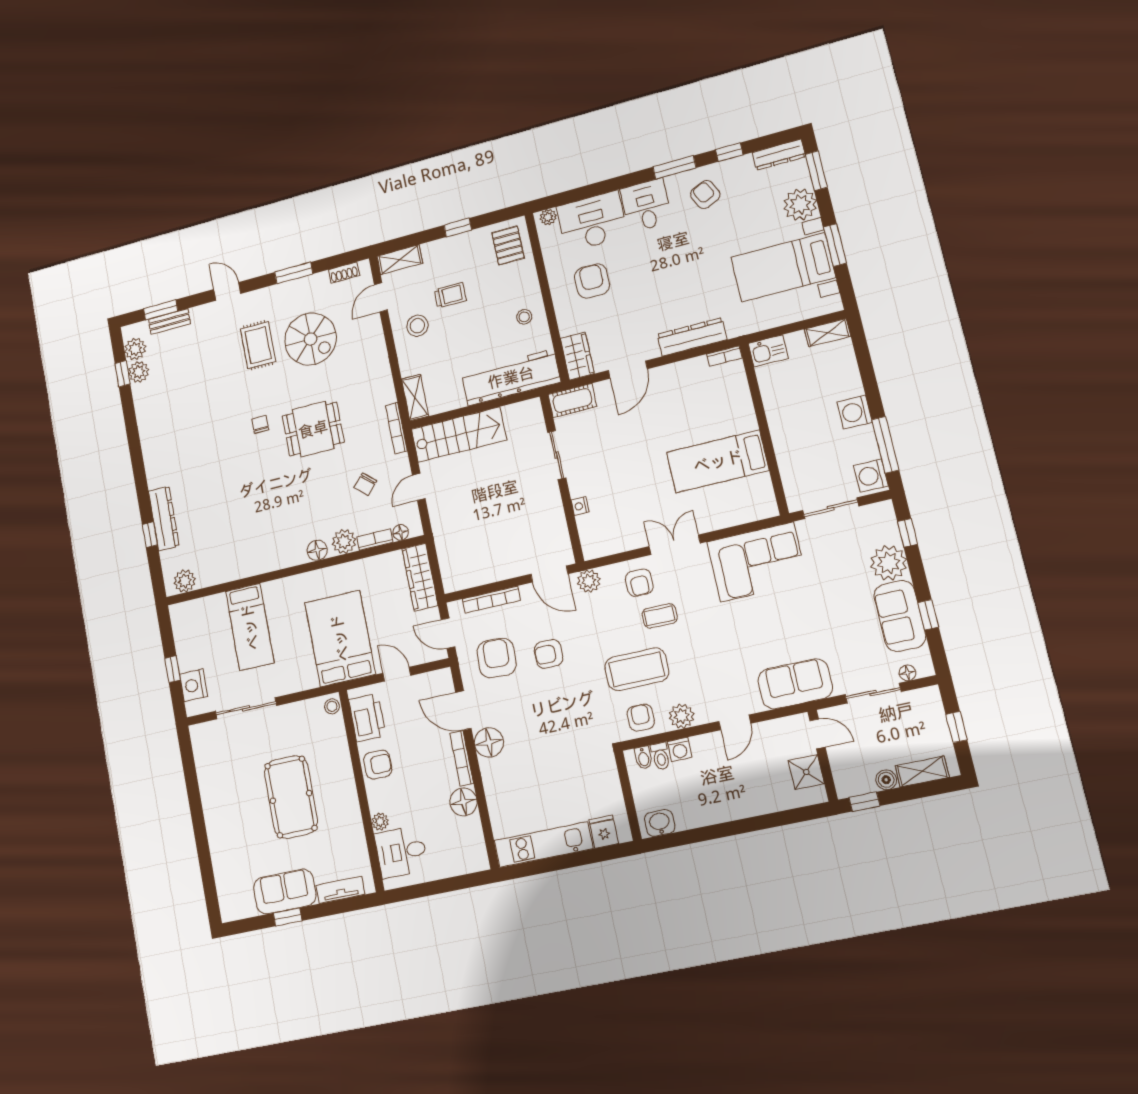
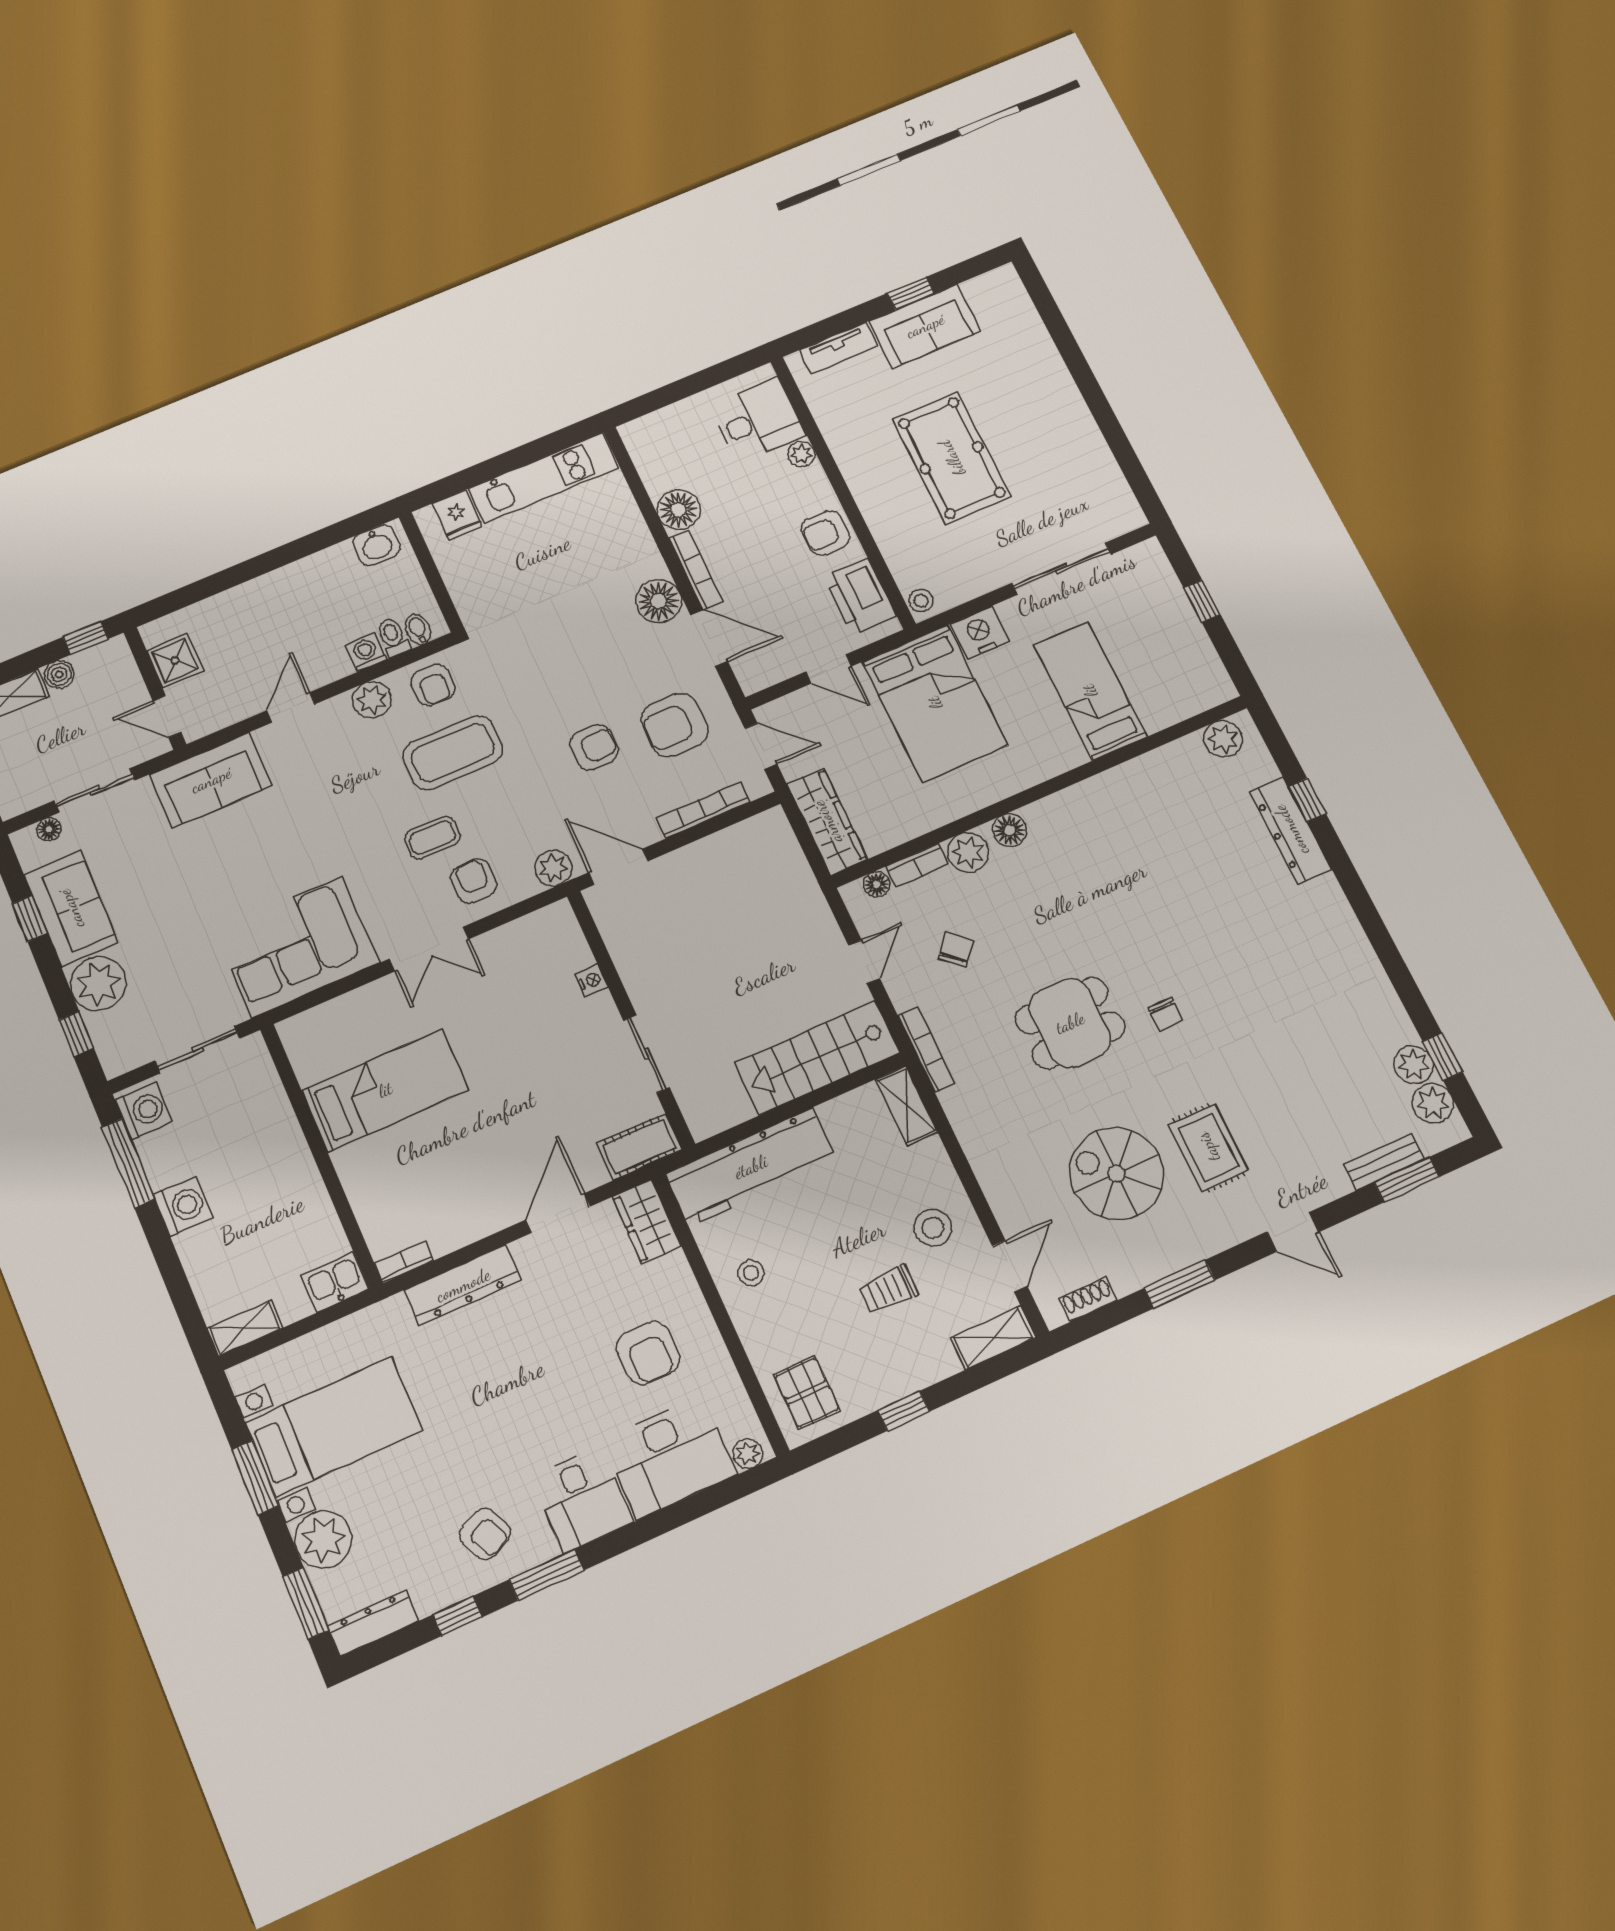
armchair: (497, 658) -> (675, 725), turned 87
nightstand: (194, 685) -> (980, 633), moved, turned -90

